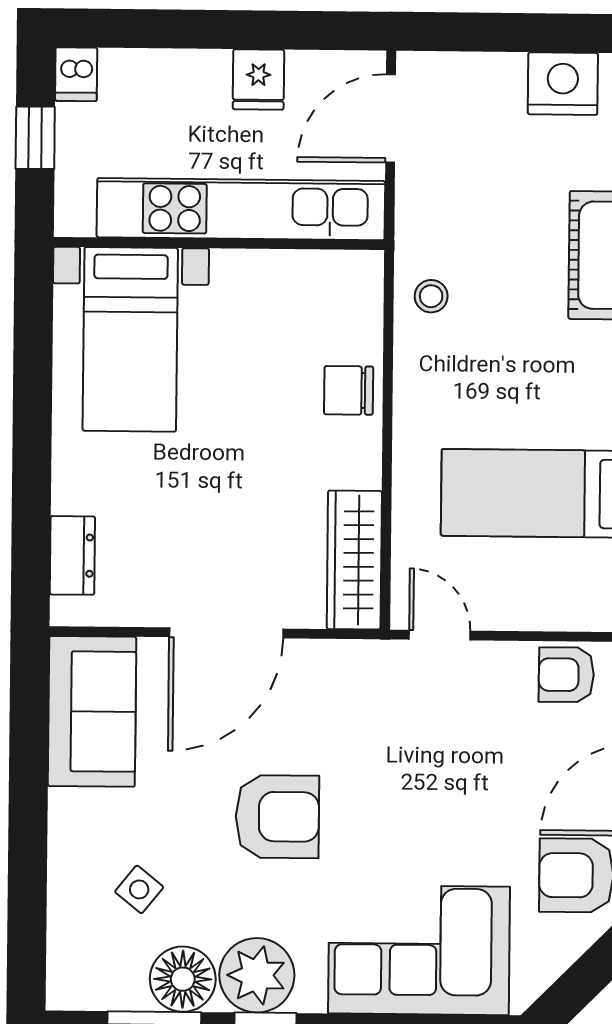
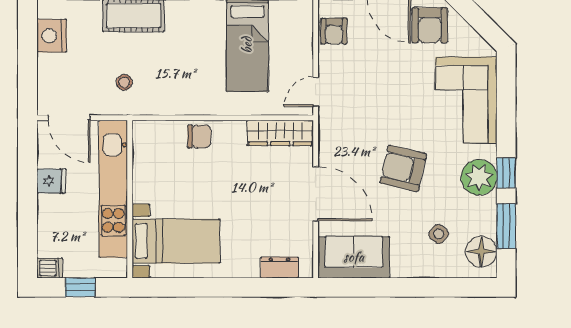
stool: (431, 296) -> (124, 82), moved
chair: (349, 390) -> (199, 136), turned -90
armchair: (277, 817) -> (403, 168), turned -77
floor lamp: (183, 979) -> (481, 251), moved

